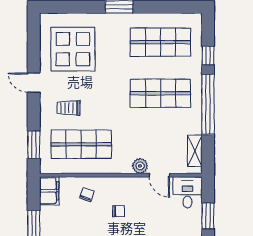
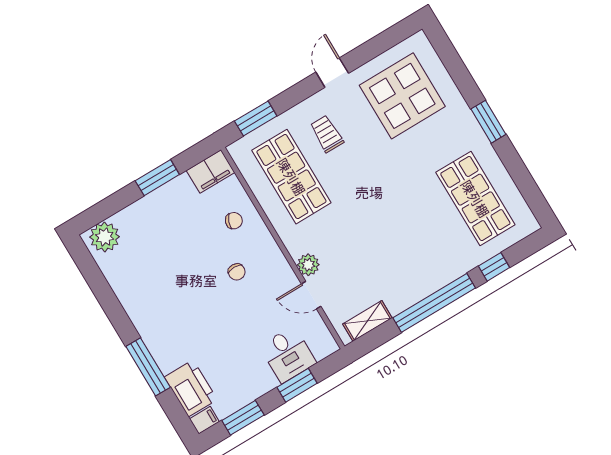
shop shelf: (160, 93) -> (413, 236), removed
door: (159, 175) -> (311, 295), hinge flipped
desk: (187, 192) -> (288, 355), moved, turned 90

